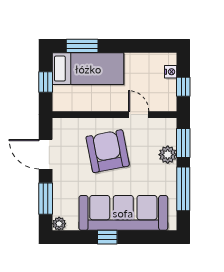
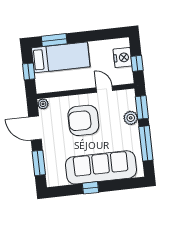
nightstand: (171, 72) -> (123, 58), width x1.89, depth x1.79
armchair: (108, 151) -> (83, 120), turned -79
plant: (59, 224) -> (43, 104), moved

